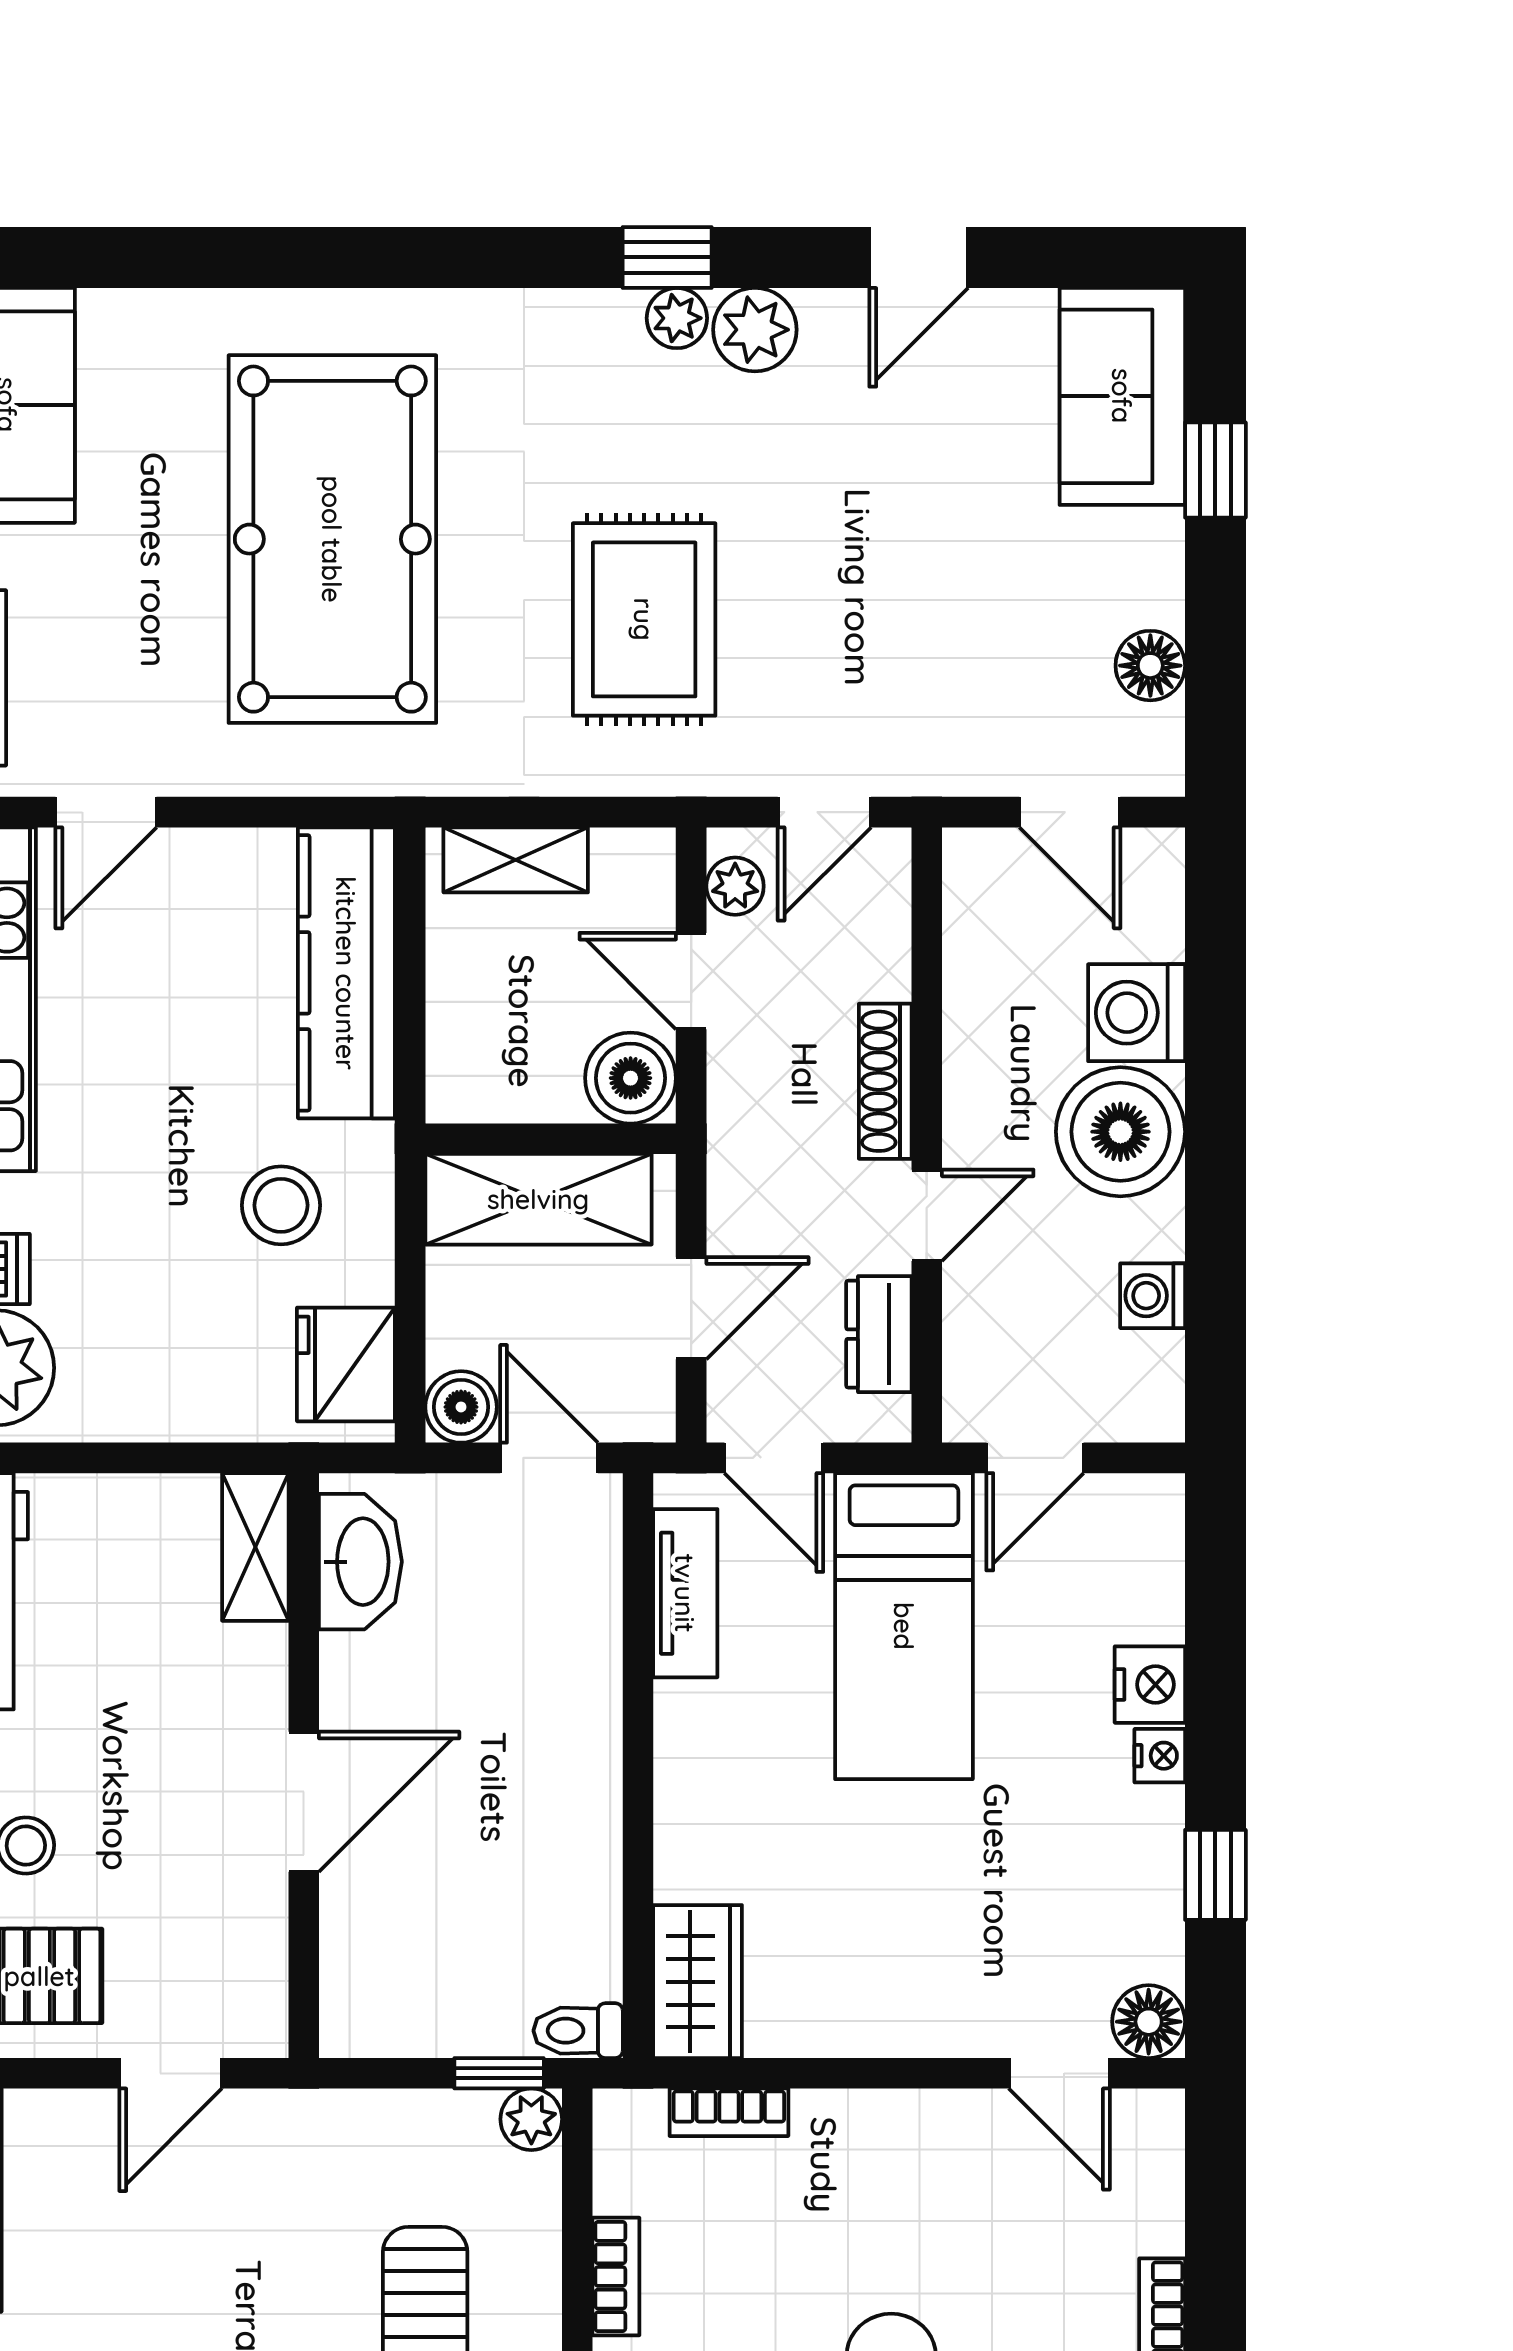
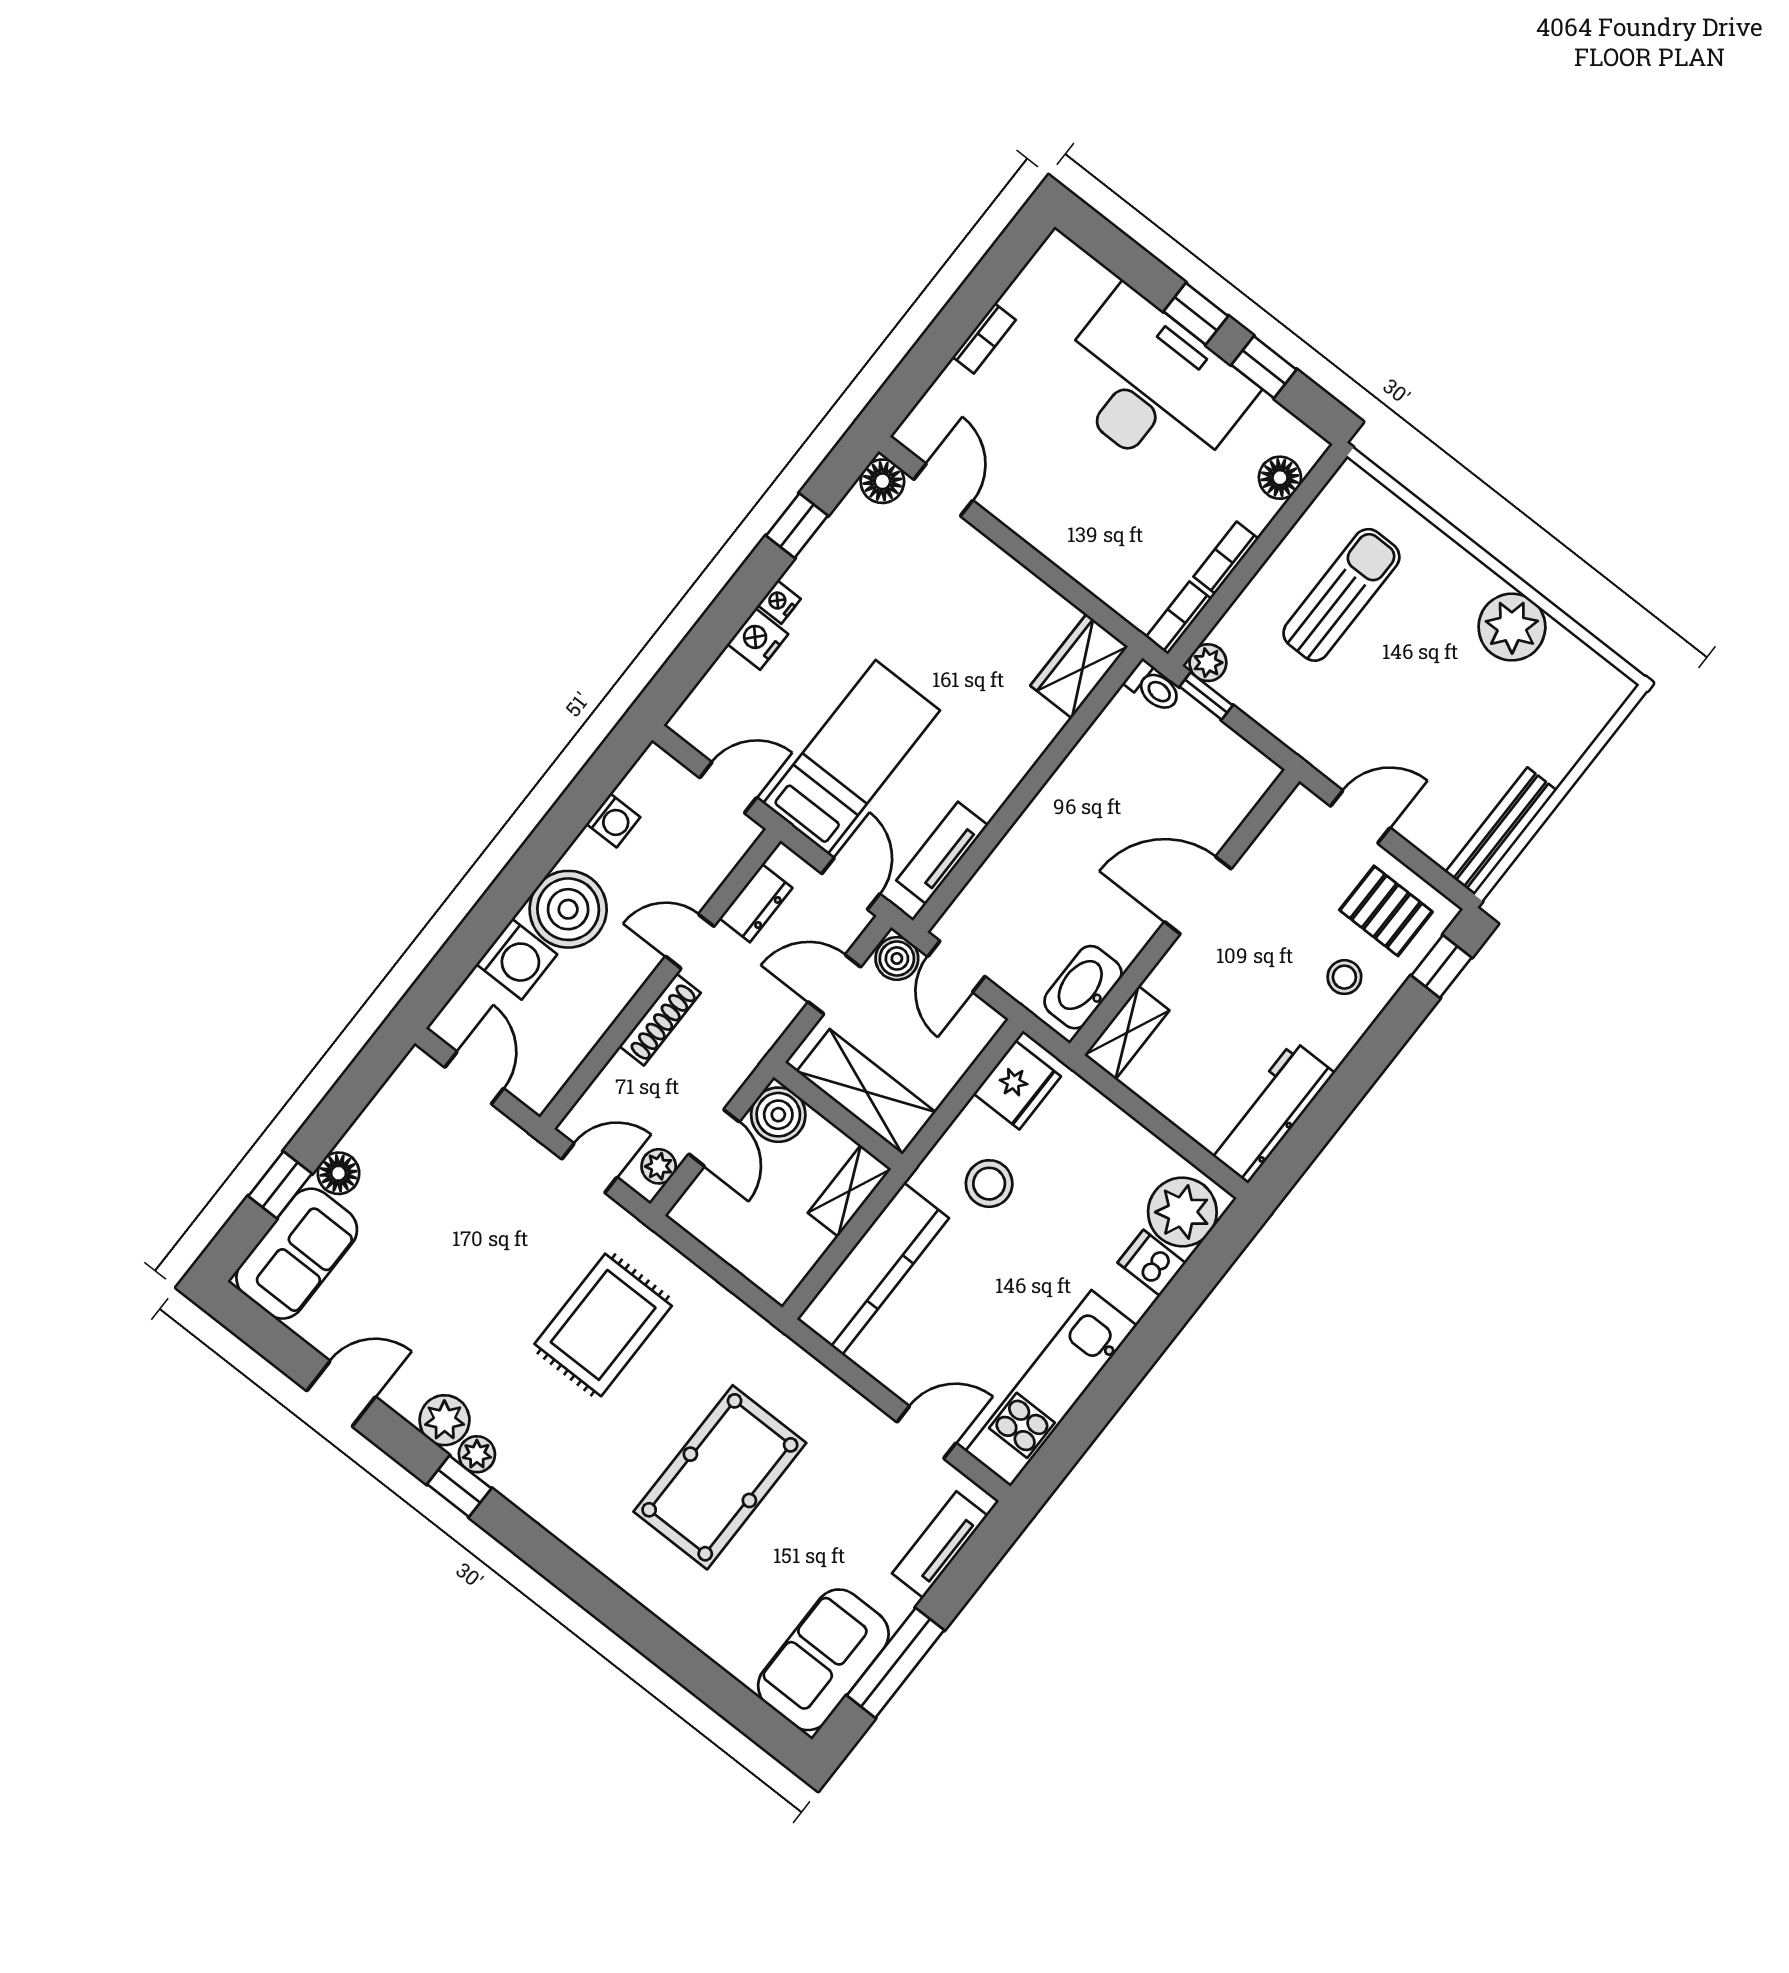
pool table: (332, 539) -> (720, 1477), width x0.73, depth x0.76
floor lamp: (1150, 666) -> (339, 1173), moved
shelving: (516, 860) -> (849, 1191), moved, turned 90
boiler: (461, 1407) -> (897, 958), moved
bookcase: (729, 2112) -> (1179, 618), moved, turned -90

